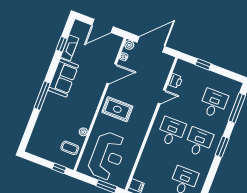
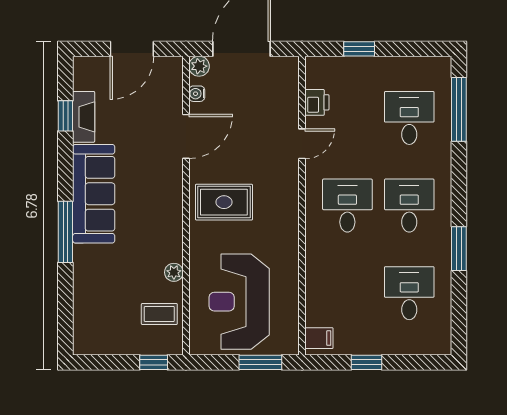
sofa: (63, 78) -> (94, 194), width x1.36
window: (222, 147) -> (459, 249), moved
reception desk: (107, 156) -> (239, 302), turned 180

